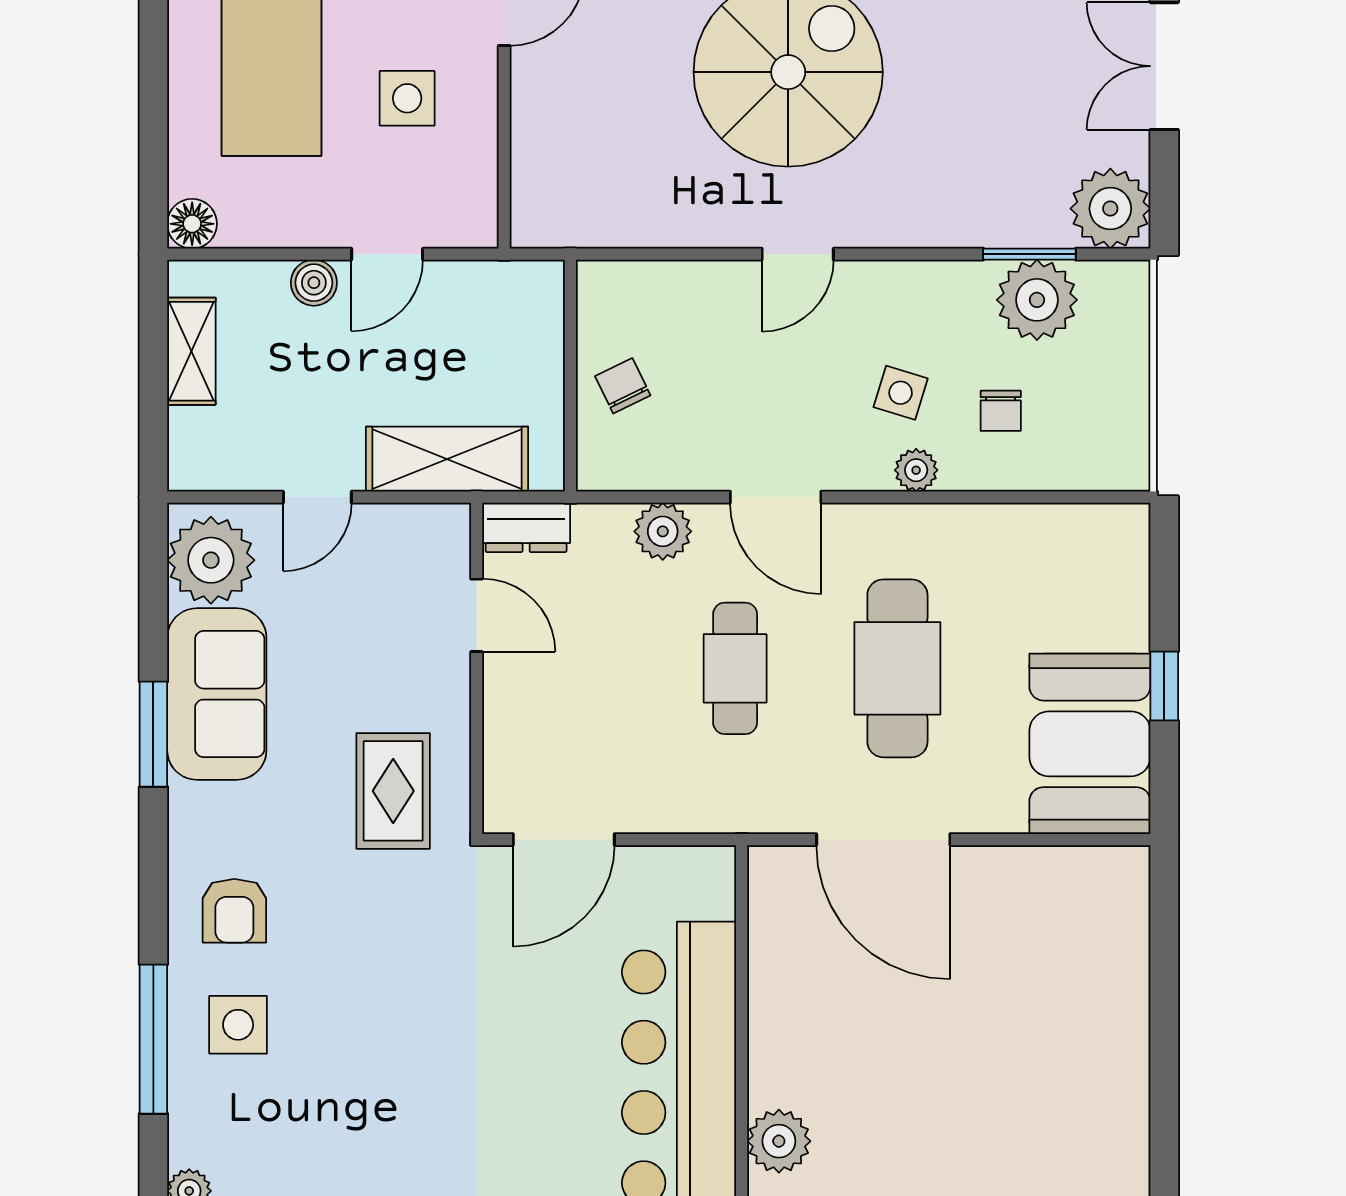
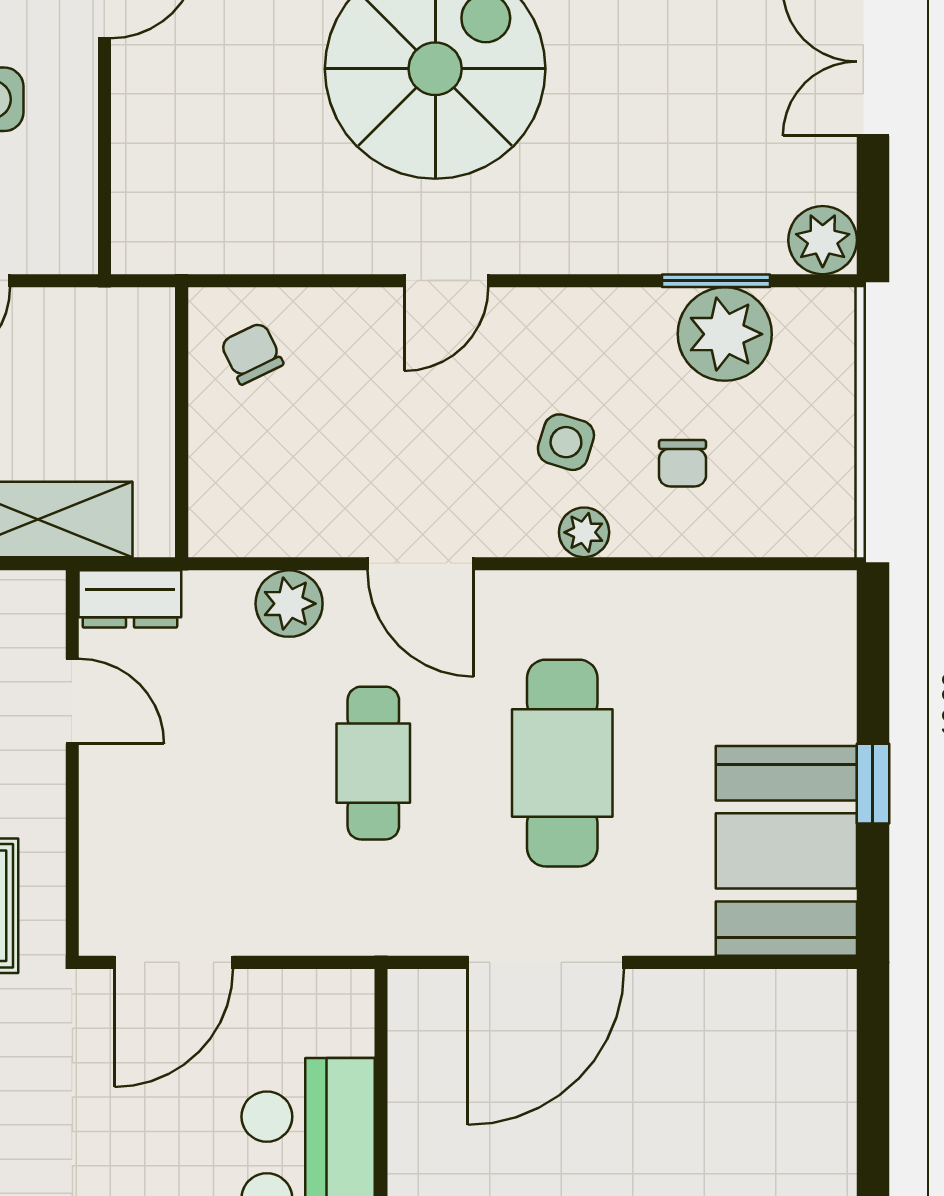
plant: (1110, 209) -> (823, 240), width x0.73, depth x0.73
chair: (623, 386) -> (252, 353), moved
door: (883, 840) -> (546, 962), hinge flipped

